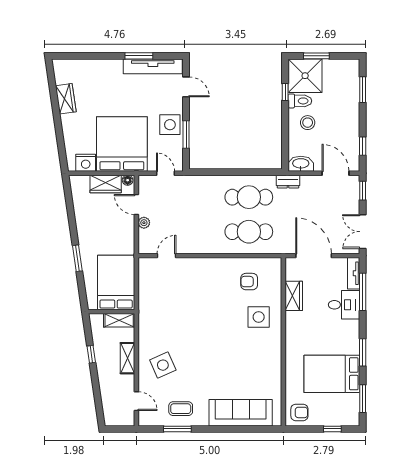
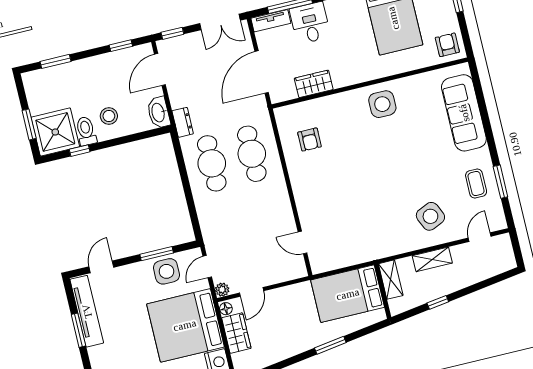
side table: (170, 125) -> (166, 271), moved
plant: (144, 223) -> (222, 290), moved
side table: (259, 317) -> (382, 104), moved

